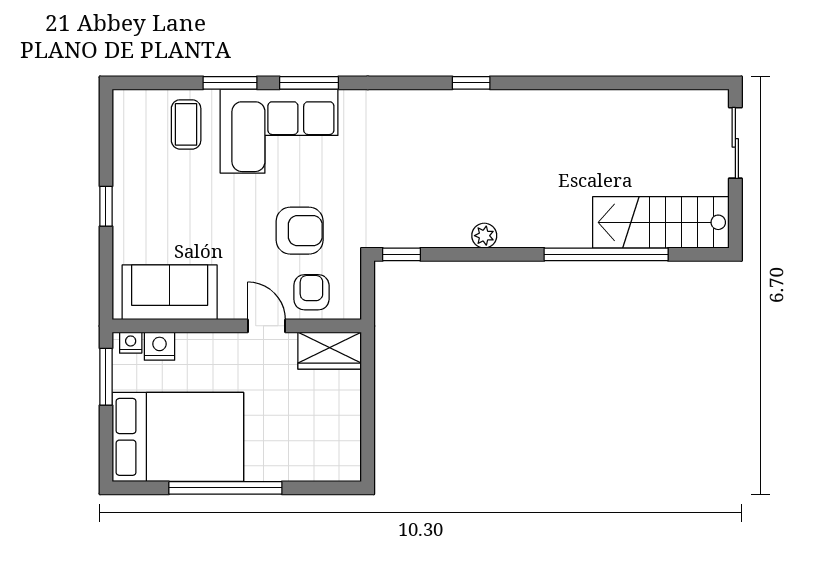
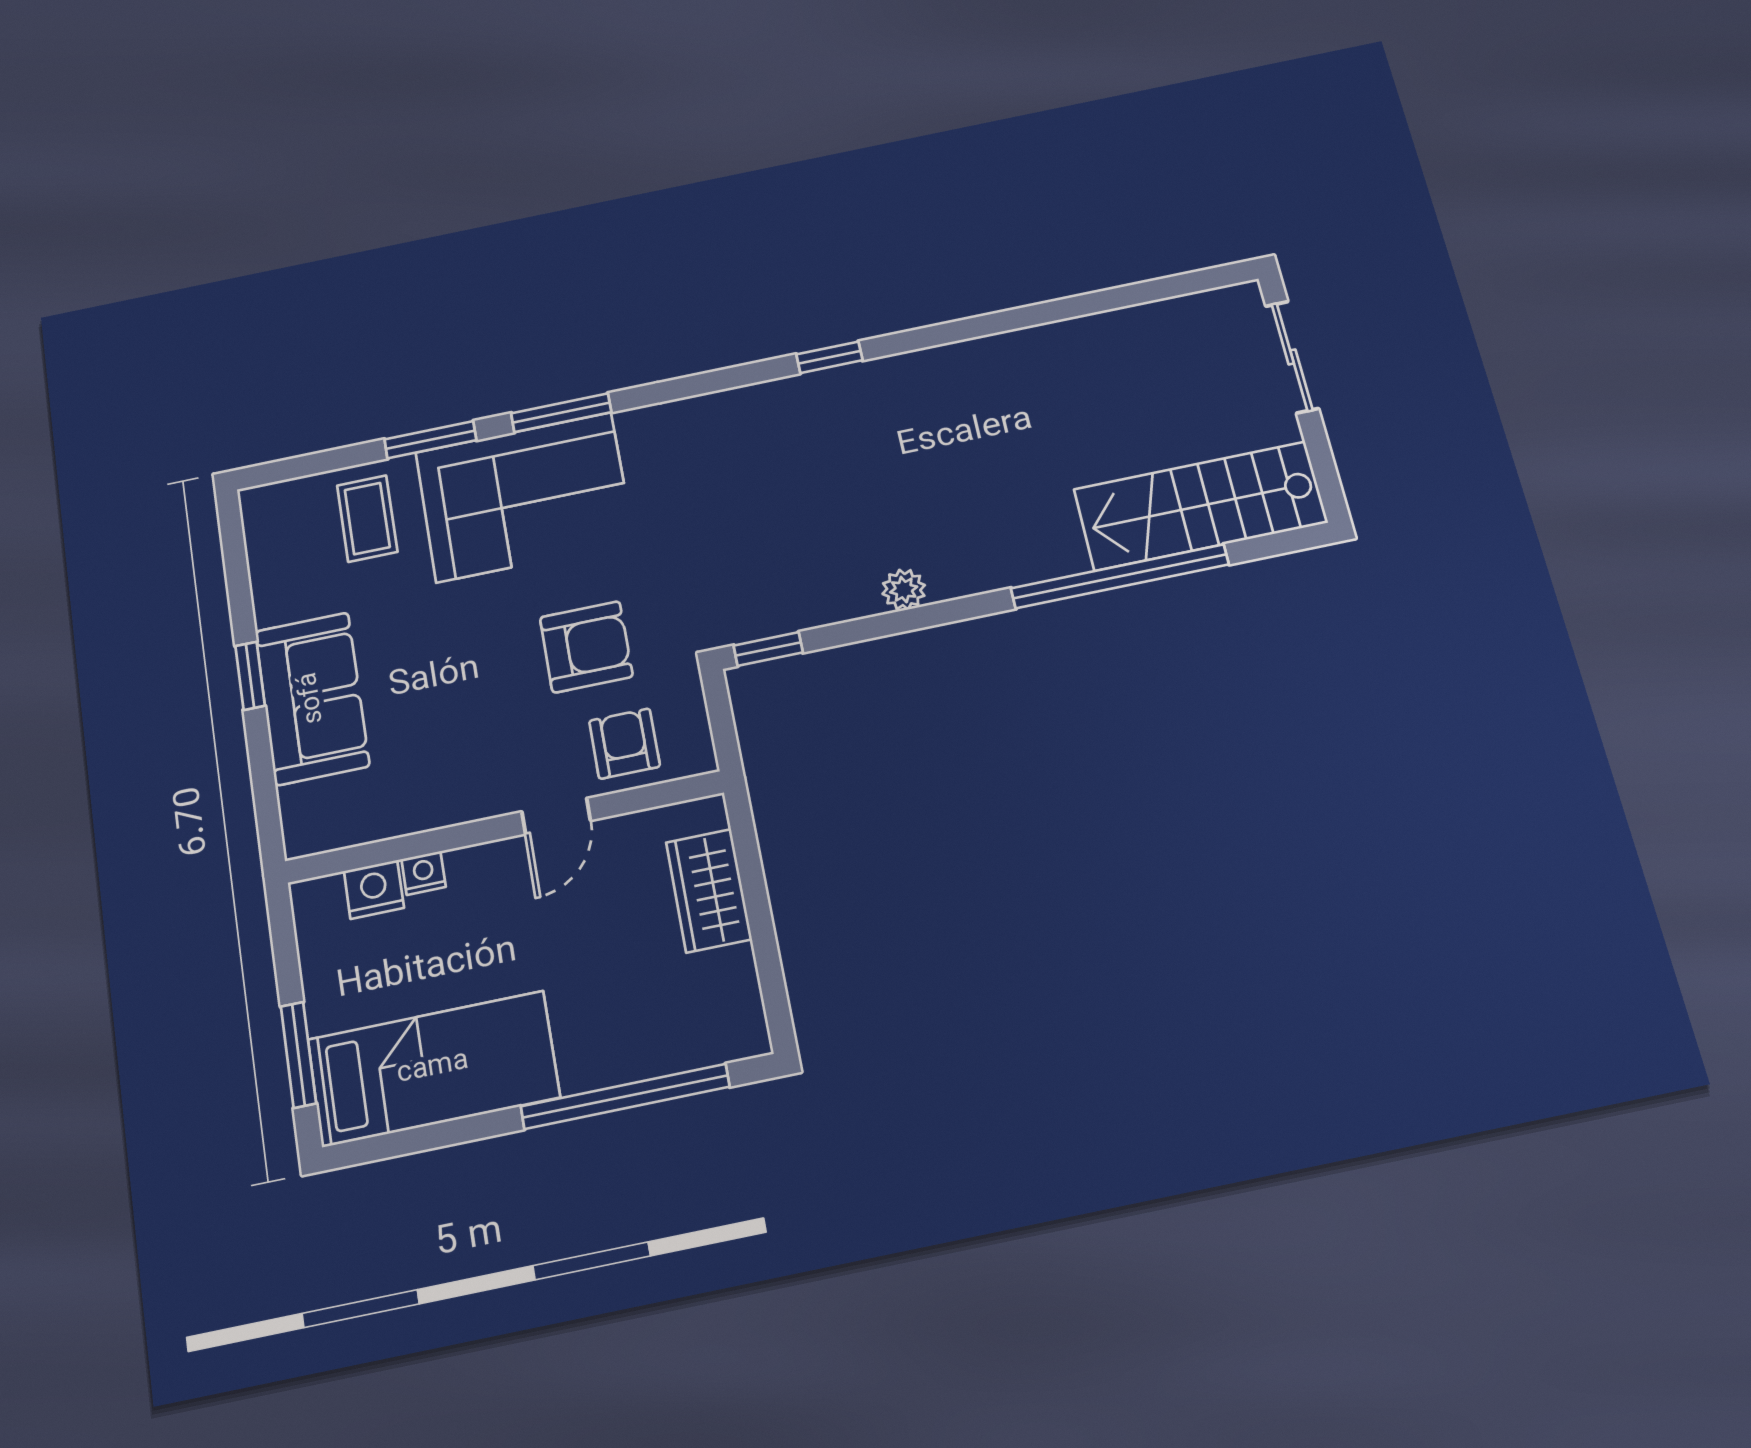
sofa: (170, 292) -> (312, 698), moved, turned 90
door: (267, 326) -> (556, 816), swing flipped
nightstand: (131, 343) -> (424, 873), moved
wardrobe: (330, 351) -> (709, 891), moved, turned 90
window: (106, 377) -> (298, 1055), moved
bed: (178, 437) -> (433, 1068), width x0.67
window: (225, 488) -> (625, 1096), moved

